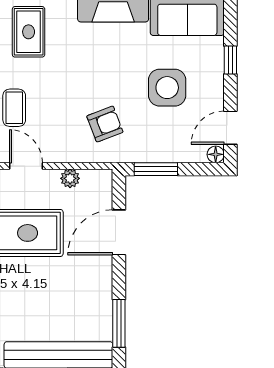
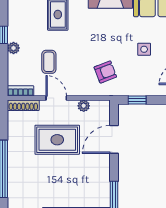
side table: (167, 88) -> (144, 49), width x0.54, depth x0.54
window: (156, 169) -> (137, 100), width x0.67

